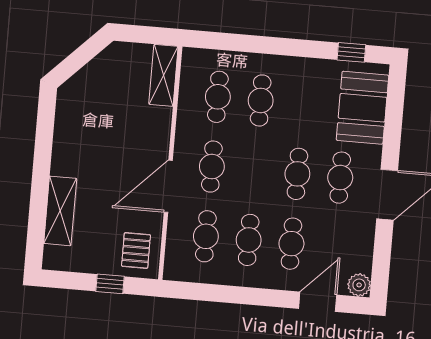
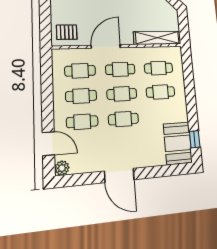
shelving: (163, 75) -> (157, 38), width x1.47
booth: (363, 108) -> (178, 143), moved, turned 90
cafe table: (340, 178) -> (122, 94), moved
door: (168, 186) -> (106, 46), hinge flipped
window: (110, 284) -> (45, 19), removed

